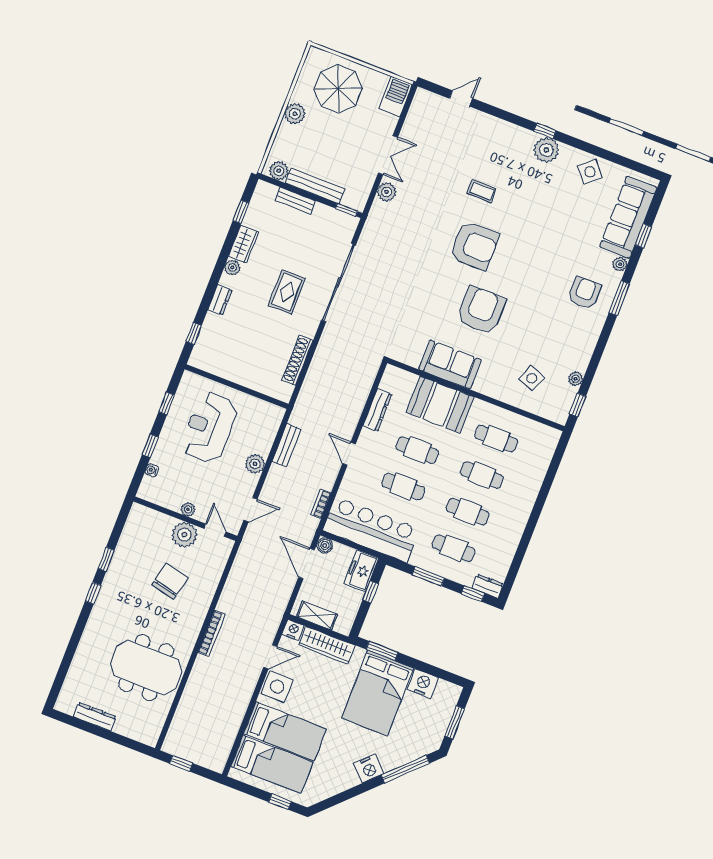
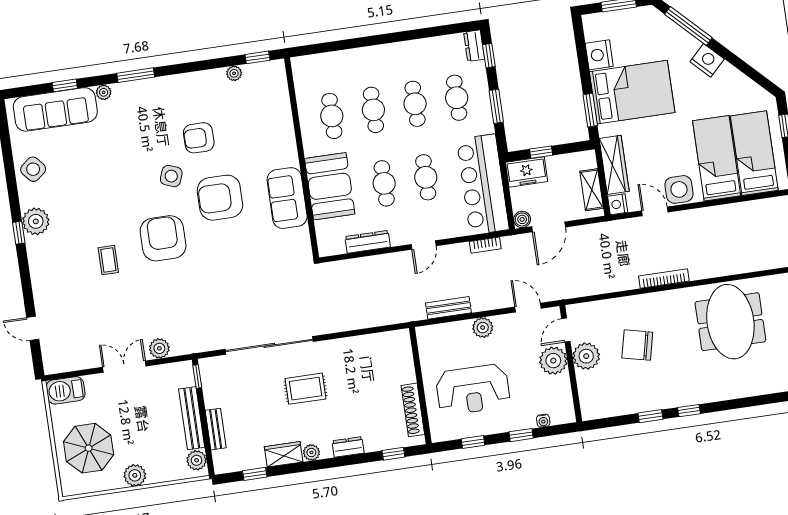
armchair: (584, 293) -> (199, 138), moved
shoe rack: (297, 360) -> (413, 410), moved, turned 90
side table: (532, 378) -> (171, 176), moved
plant: (188, 509) -> (553, 361), width x1.88, depth x1.88

